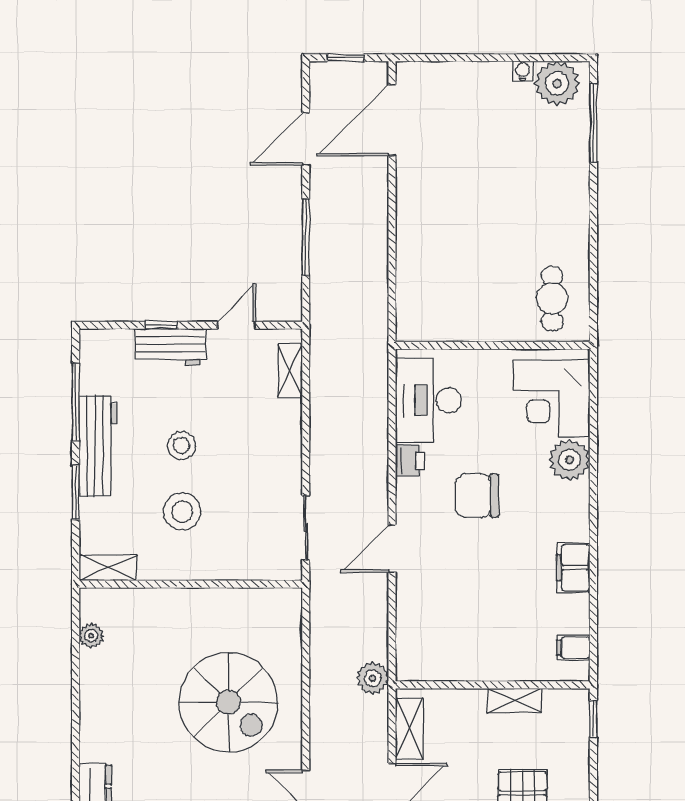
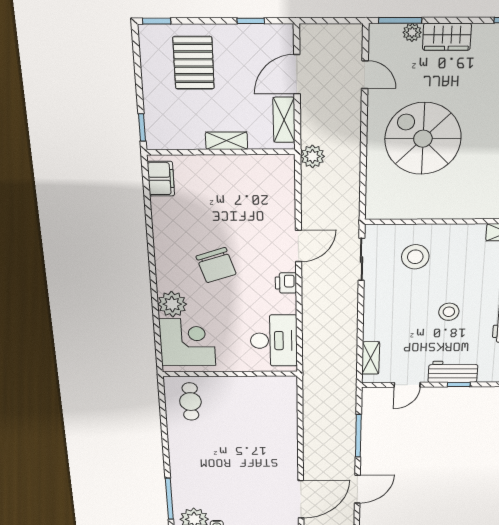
printer: (410, 460) -> (286, 283), moved
chair: (477, 496) -> (216, 265), moved, turned 72
stool: (182, 512) -> (415, 257), moved
filing cabinet: (573, 568) -> (165, 234), removed
filing cabinet: (573, 648) -> (161, 179), width x2.00
shelving: (514, 700) -> (226, 141), moved

